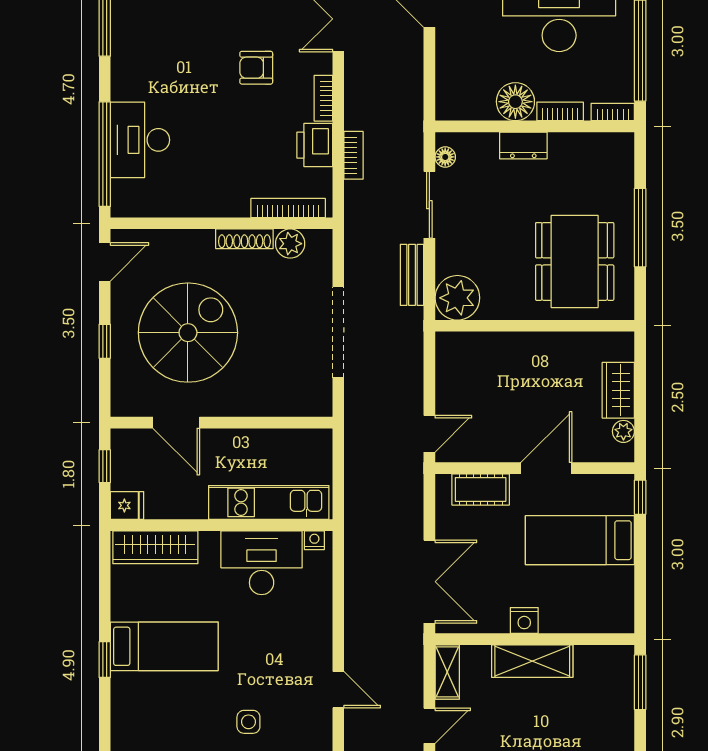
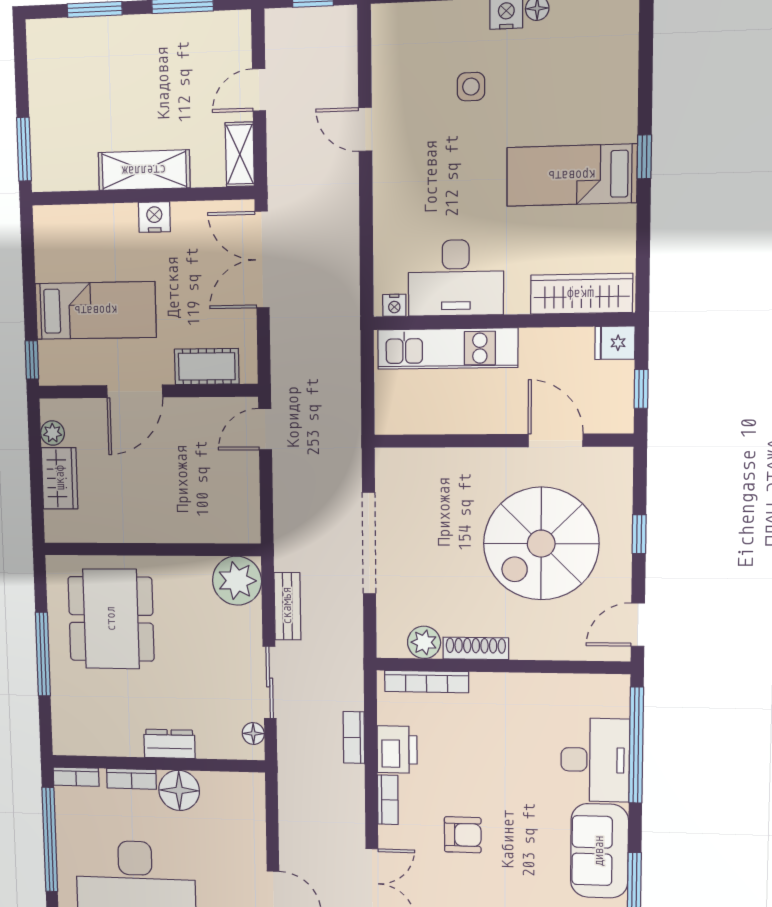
sofa: (135, 57) -> (599, 851), added

